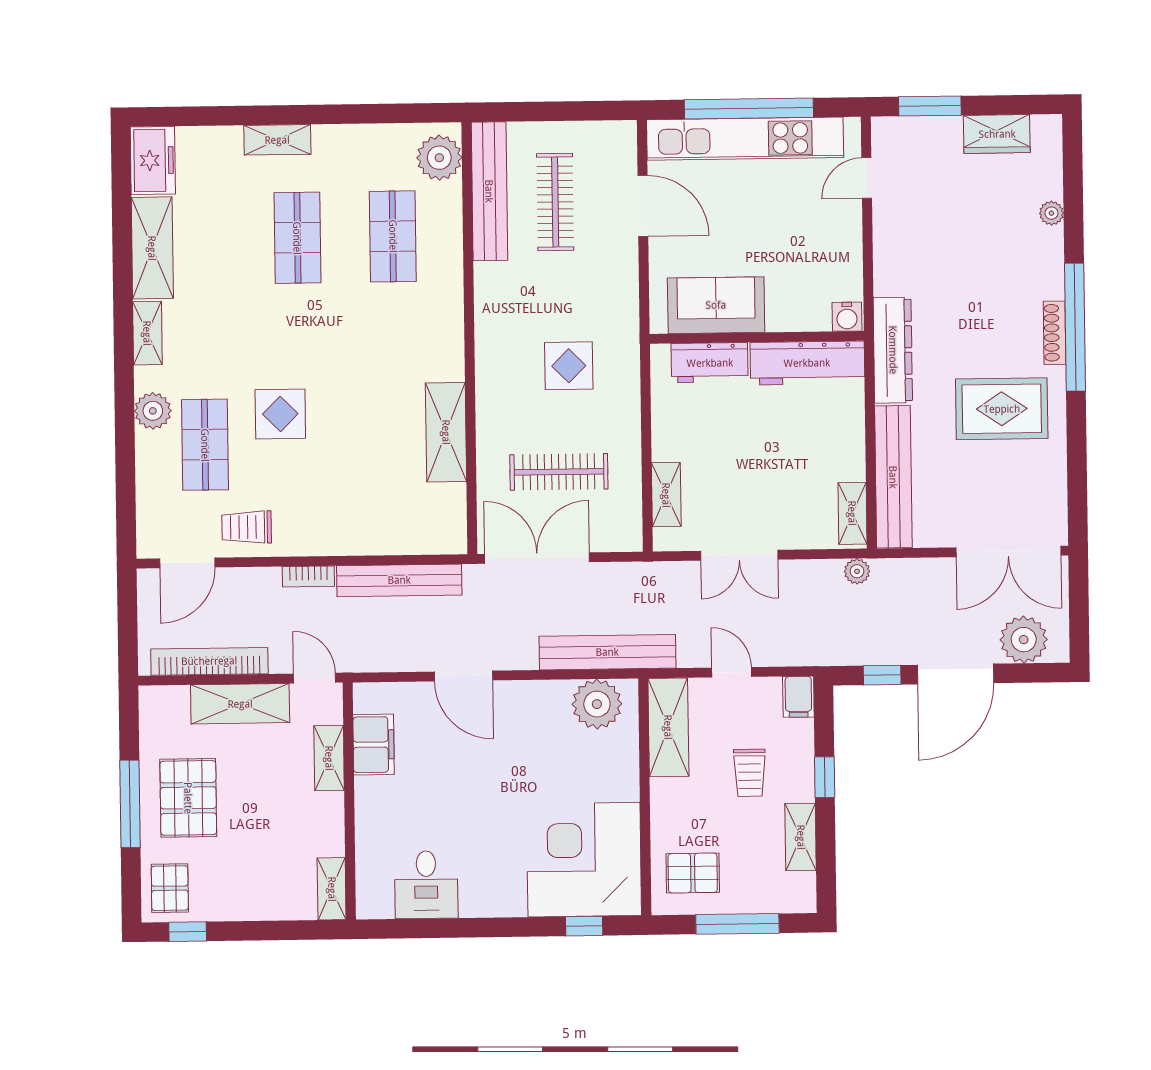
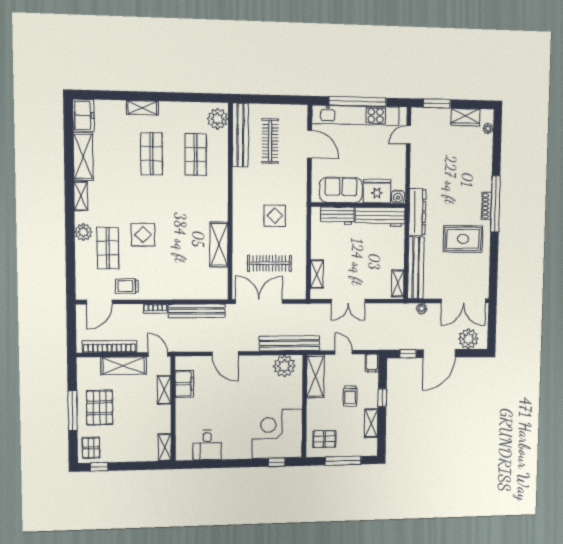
plant: (1051, 213) -> (488, 128), moved
fridge: (798, 305) -> (377, 191), added
plant: (857, 571) -> (422, 309), moved

